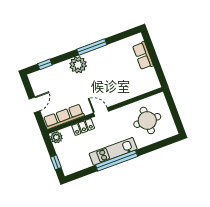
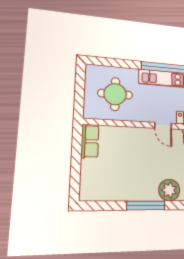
row of seats: (143, 56) -> (90, 141), moved

